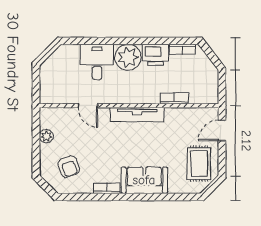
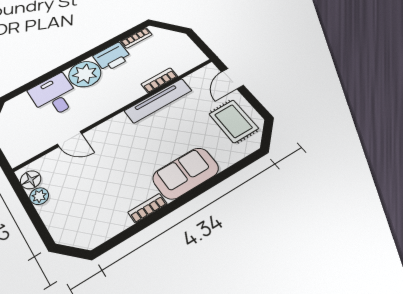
tv unit: (137, 115) -> (158, 101), moved
floor lamp: (47, 120) -> (31, 180), added
armchair: (69, 167) -> (86, 212), removed

